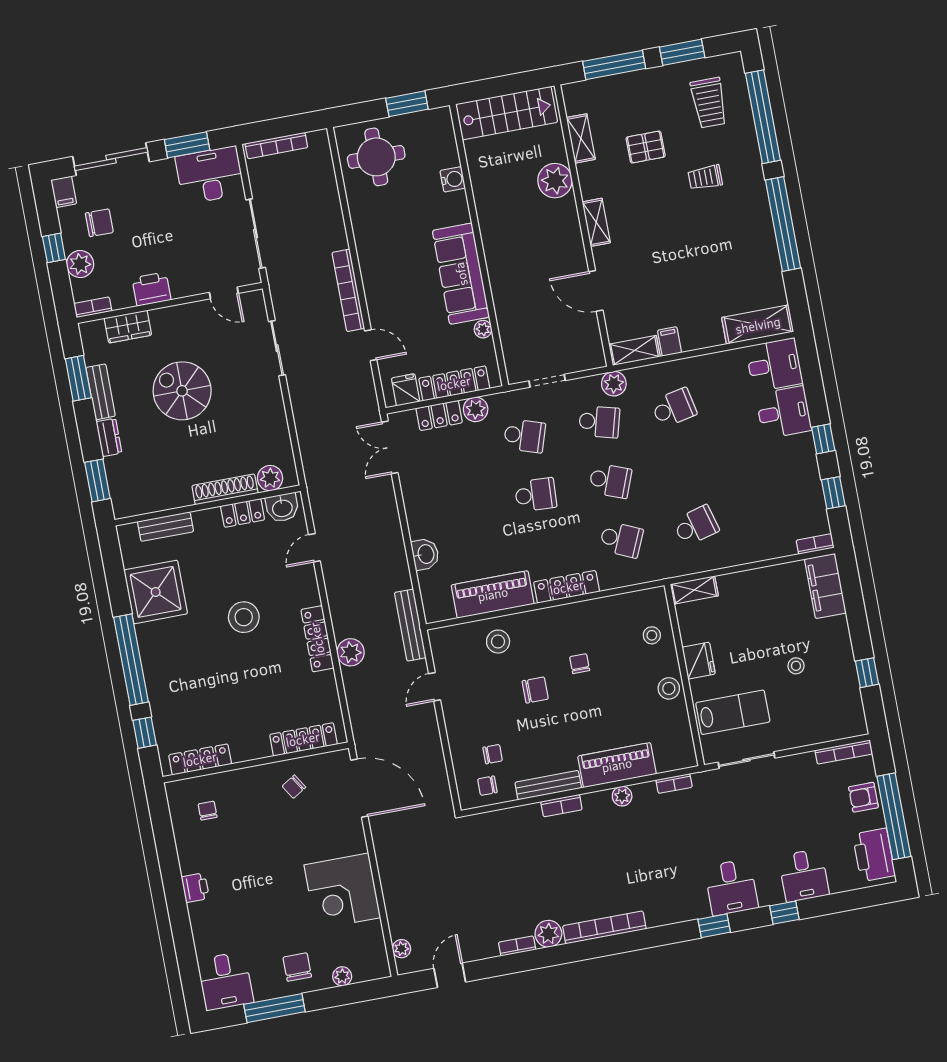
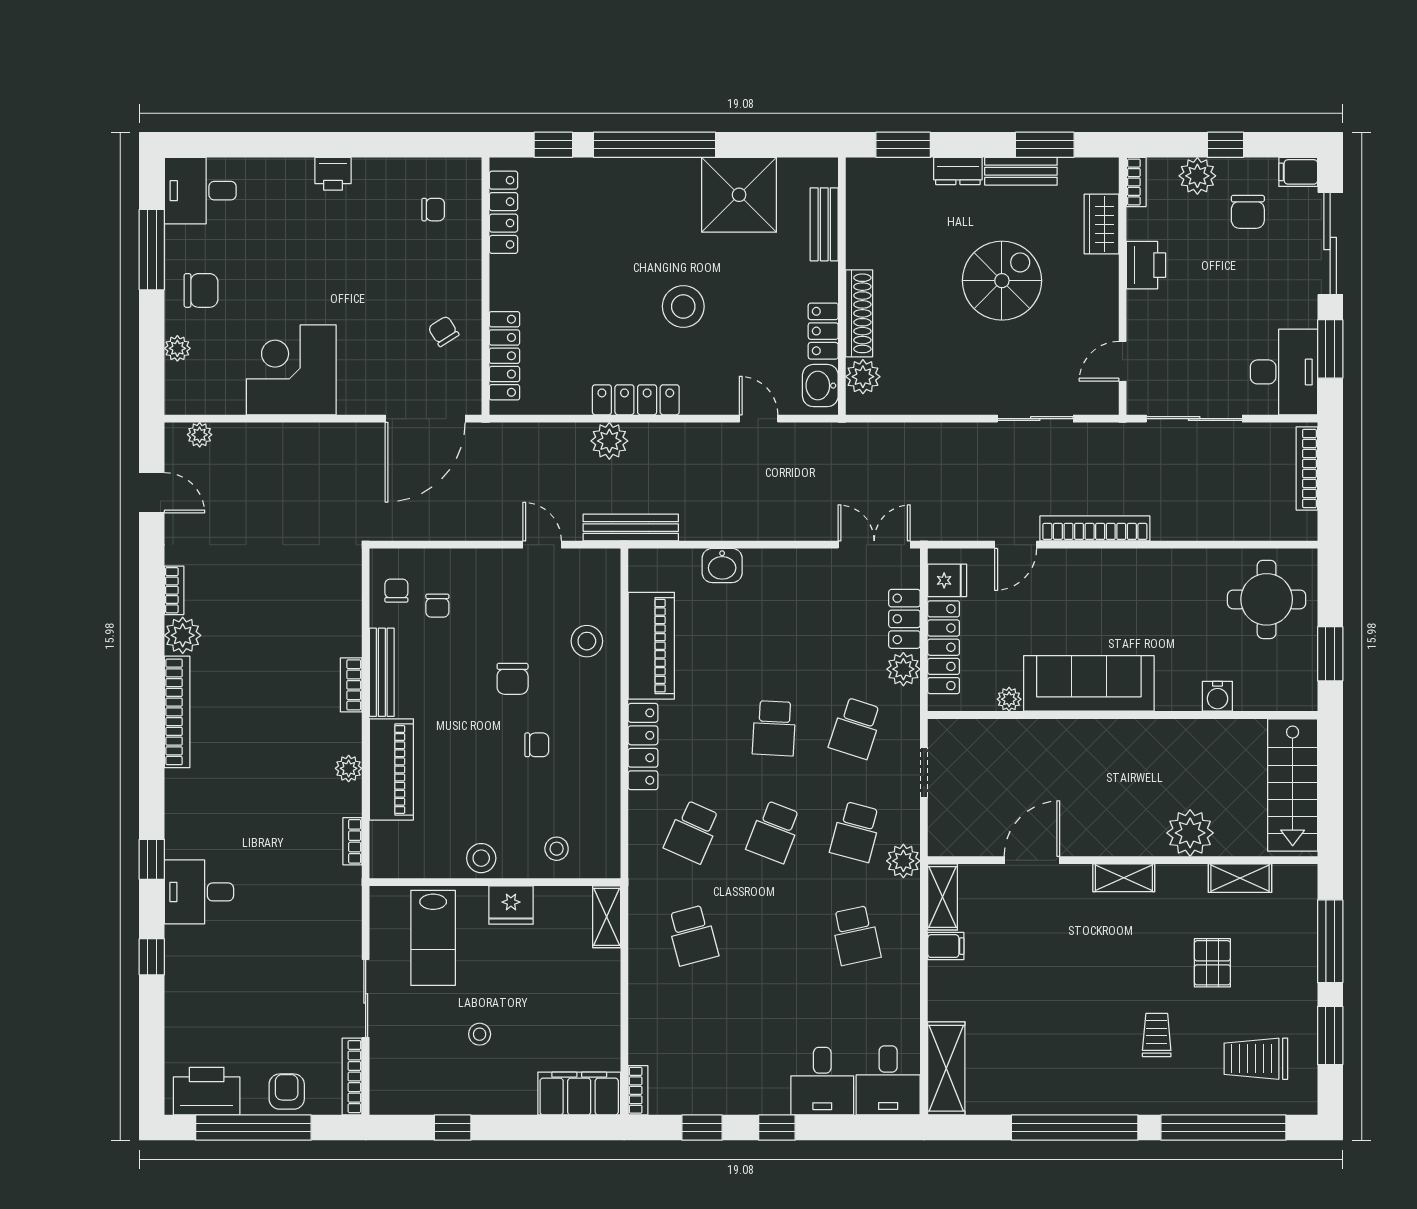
sliding door: (746, 760) -> (366, 998), moved
desk: (804, 875) -> (197, 992), removed

